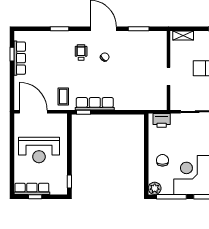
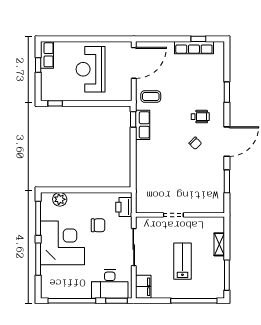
shelving: (183, 36) -> (219, 244), moved
row of seats: (95, 104) -> (143, 125), width x0.68
chair: (162, 160) -> (98, 225), moved
plant: (155, 188) -> (60, 199), moved
row of seats: (32, 189) -> (47, 55), width x0.68

